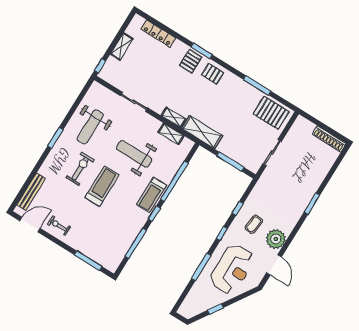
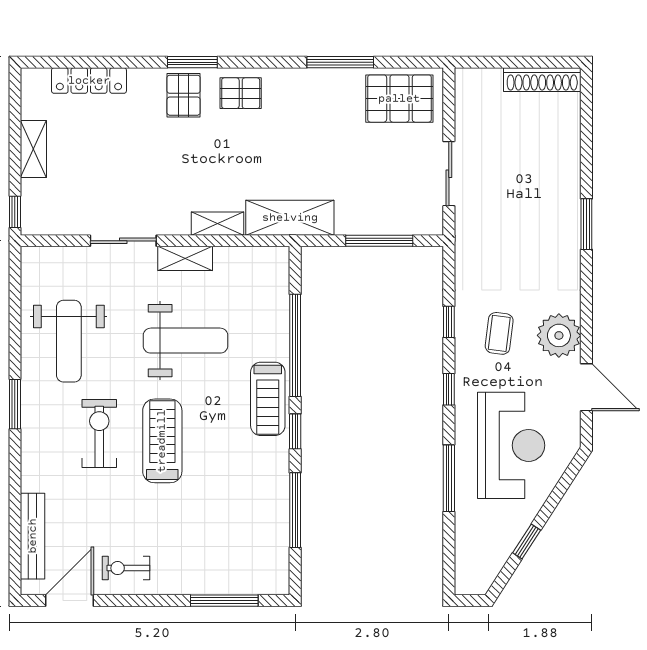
shelving: (171, 134) -> (185, 258), moved
weight bench: (134, 154) -> (185, 341), turned 180

